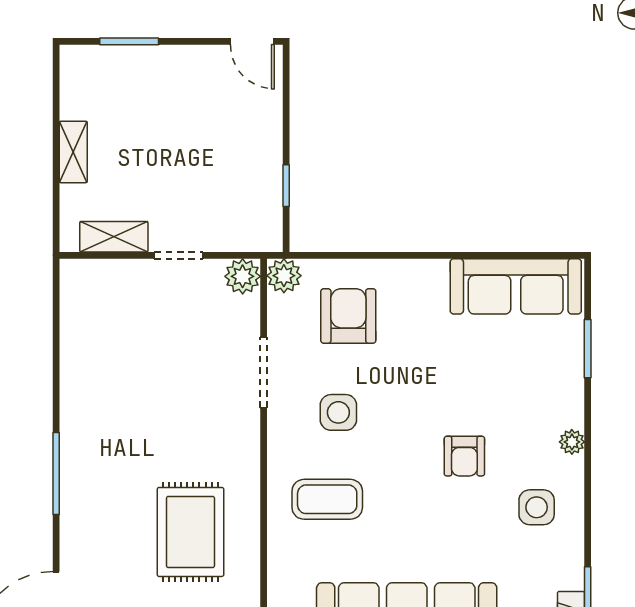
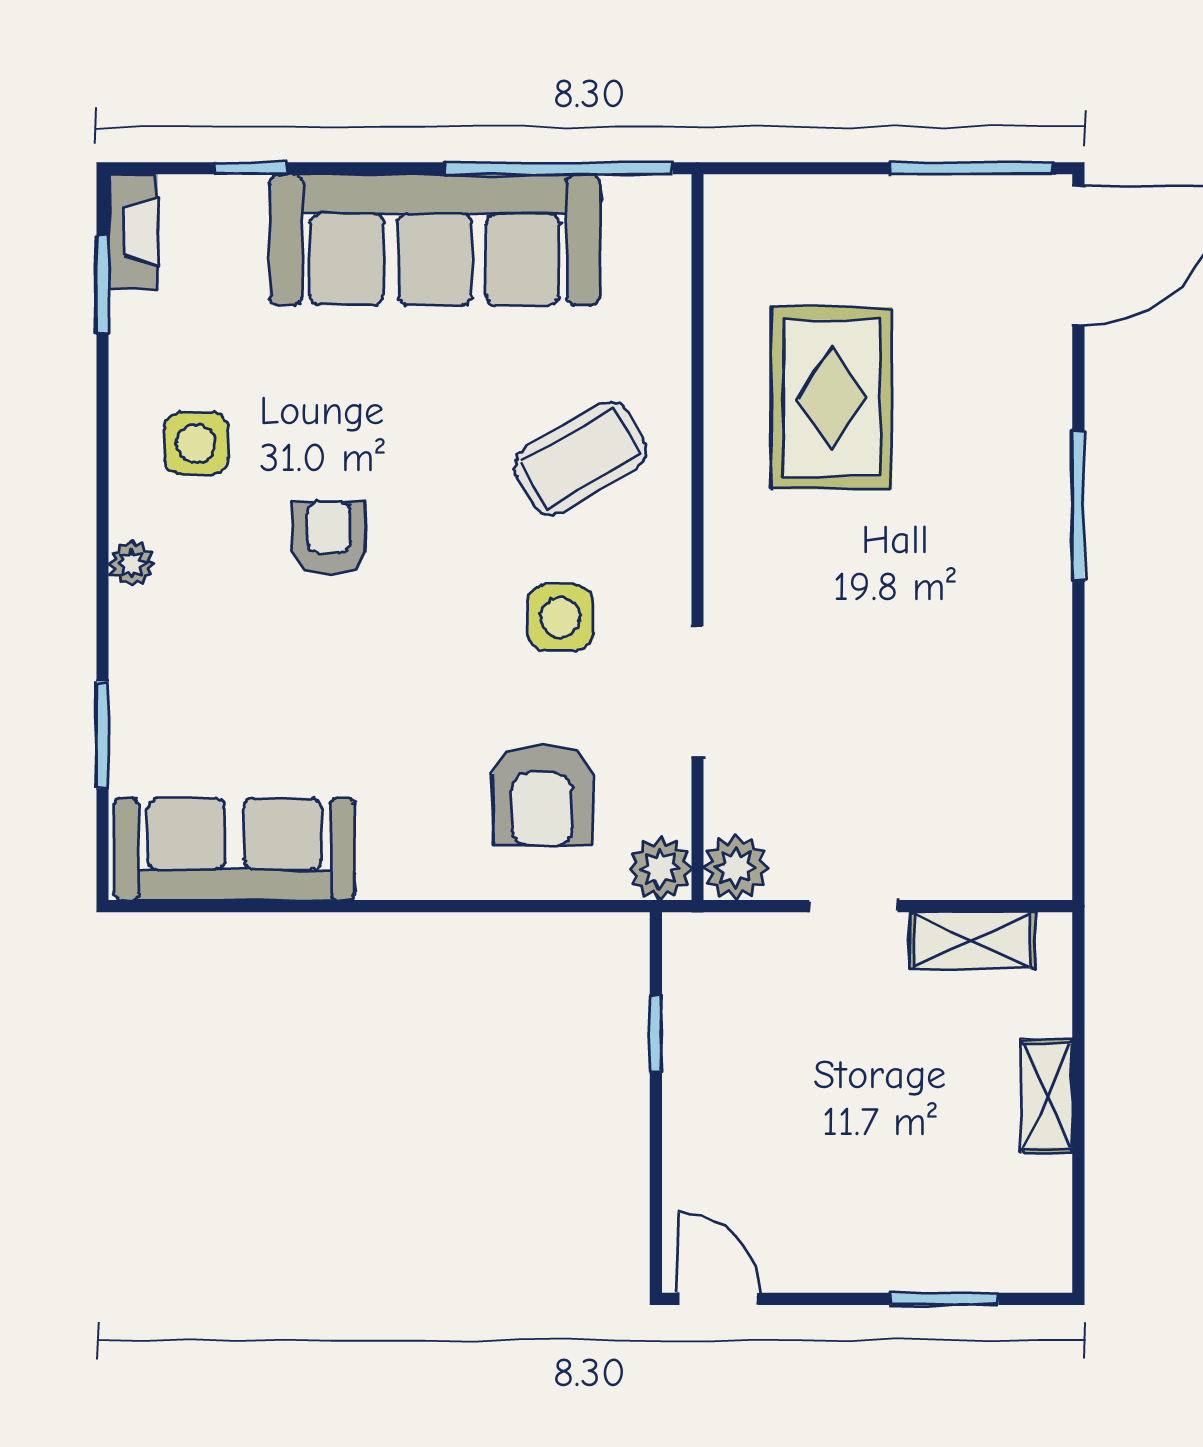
coffee table: (327, 499) -> (581, 458), turned -30

